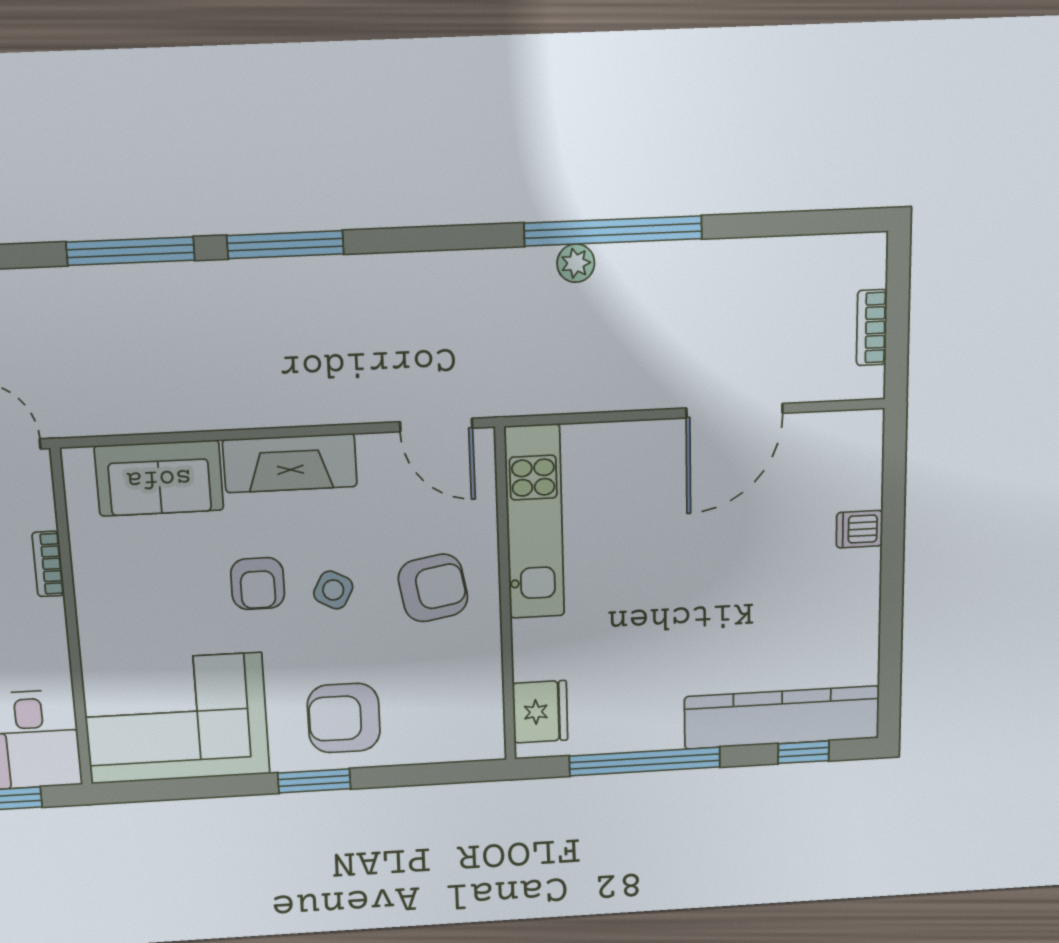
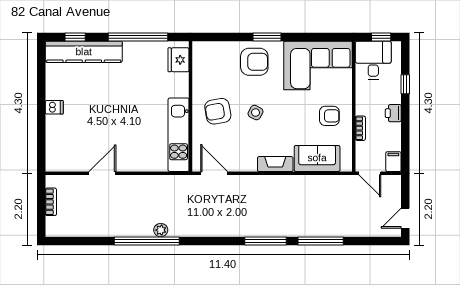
door: (735, 411) -> (102, 173), width x0.73
fireplace: (290, 463) -> (275, 164), width x0.73, depth x0.76
dishwasher: (859, 529) -> (54, 107), moved
armchair: (258, 584) -> (329, 116), moved, turned 90

